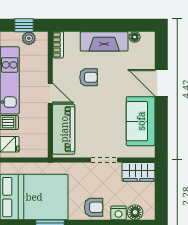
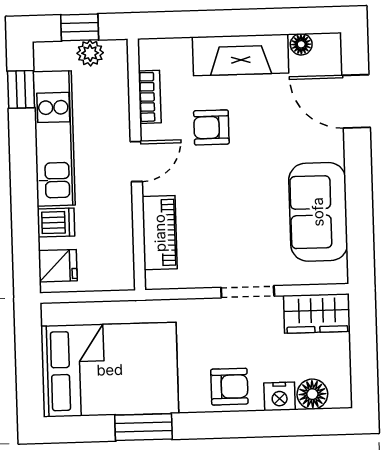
bookcase: (58, 45) -> (150, 97), moved
armchair: (88, 77) -> (211, 127), turned 180
door: (161, 83) -> (356, 101), moved
door: (50, 93) -> (136, 161), hinge flipped
piano: (64, 129) -> (160, 233), width x0.73, depth x0.75

